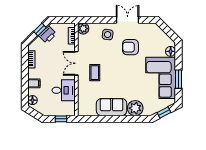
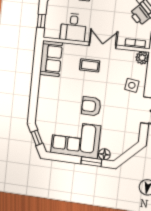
armchair: (130, 47) -> (91, 106), moved, turned -90
window: (179, 79) -> (91, 162), moved
sofa: (112, 107) -> (51, 59), moved
plant: (135, 108) -> (45, 106), removed

